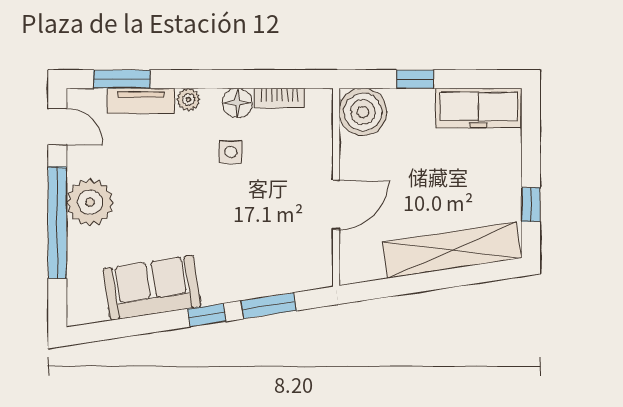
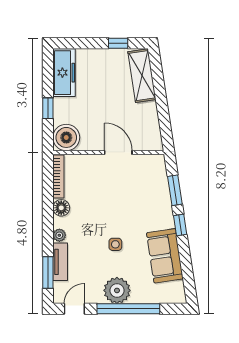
bookcase: (279, 98) -> (58, 177), width x1.56
side table: (231, 152) -> (115, 244), moved
shelving: (452, 250) -> (142, 76), width x0.68

